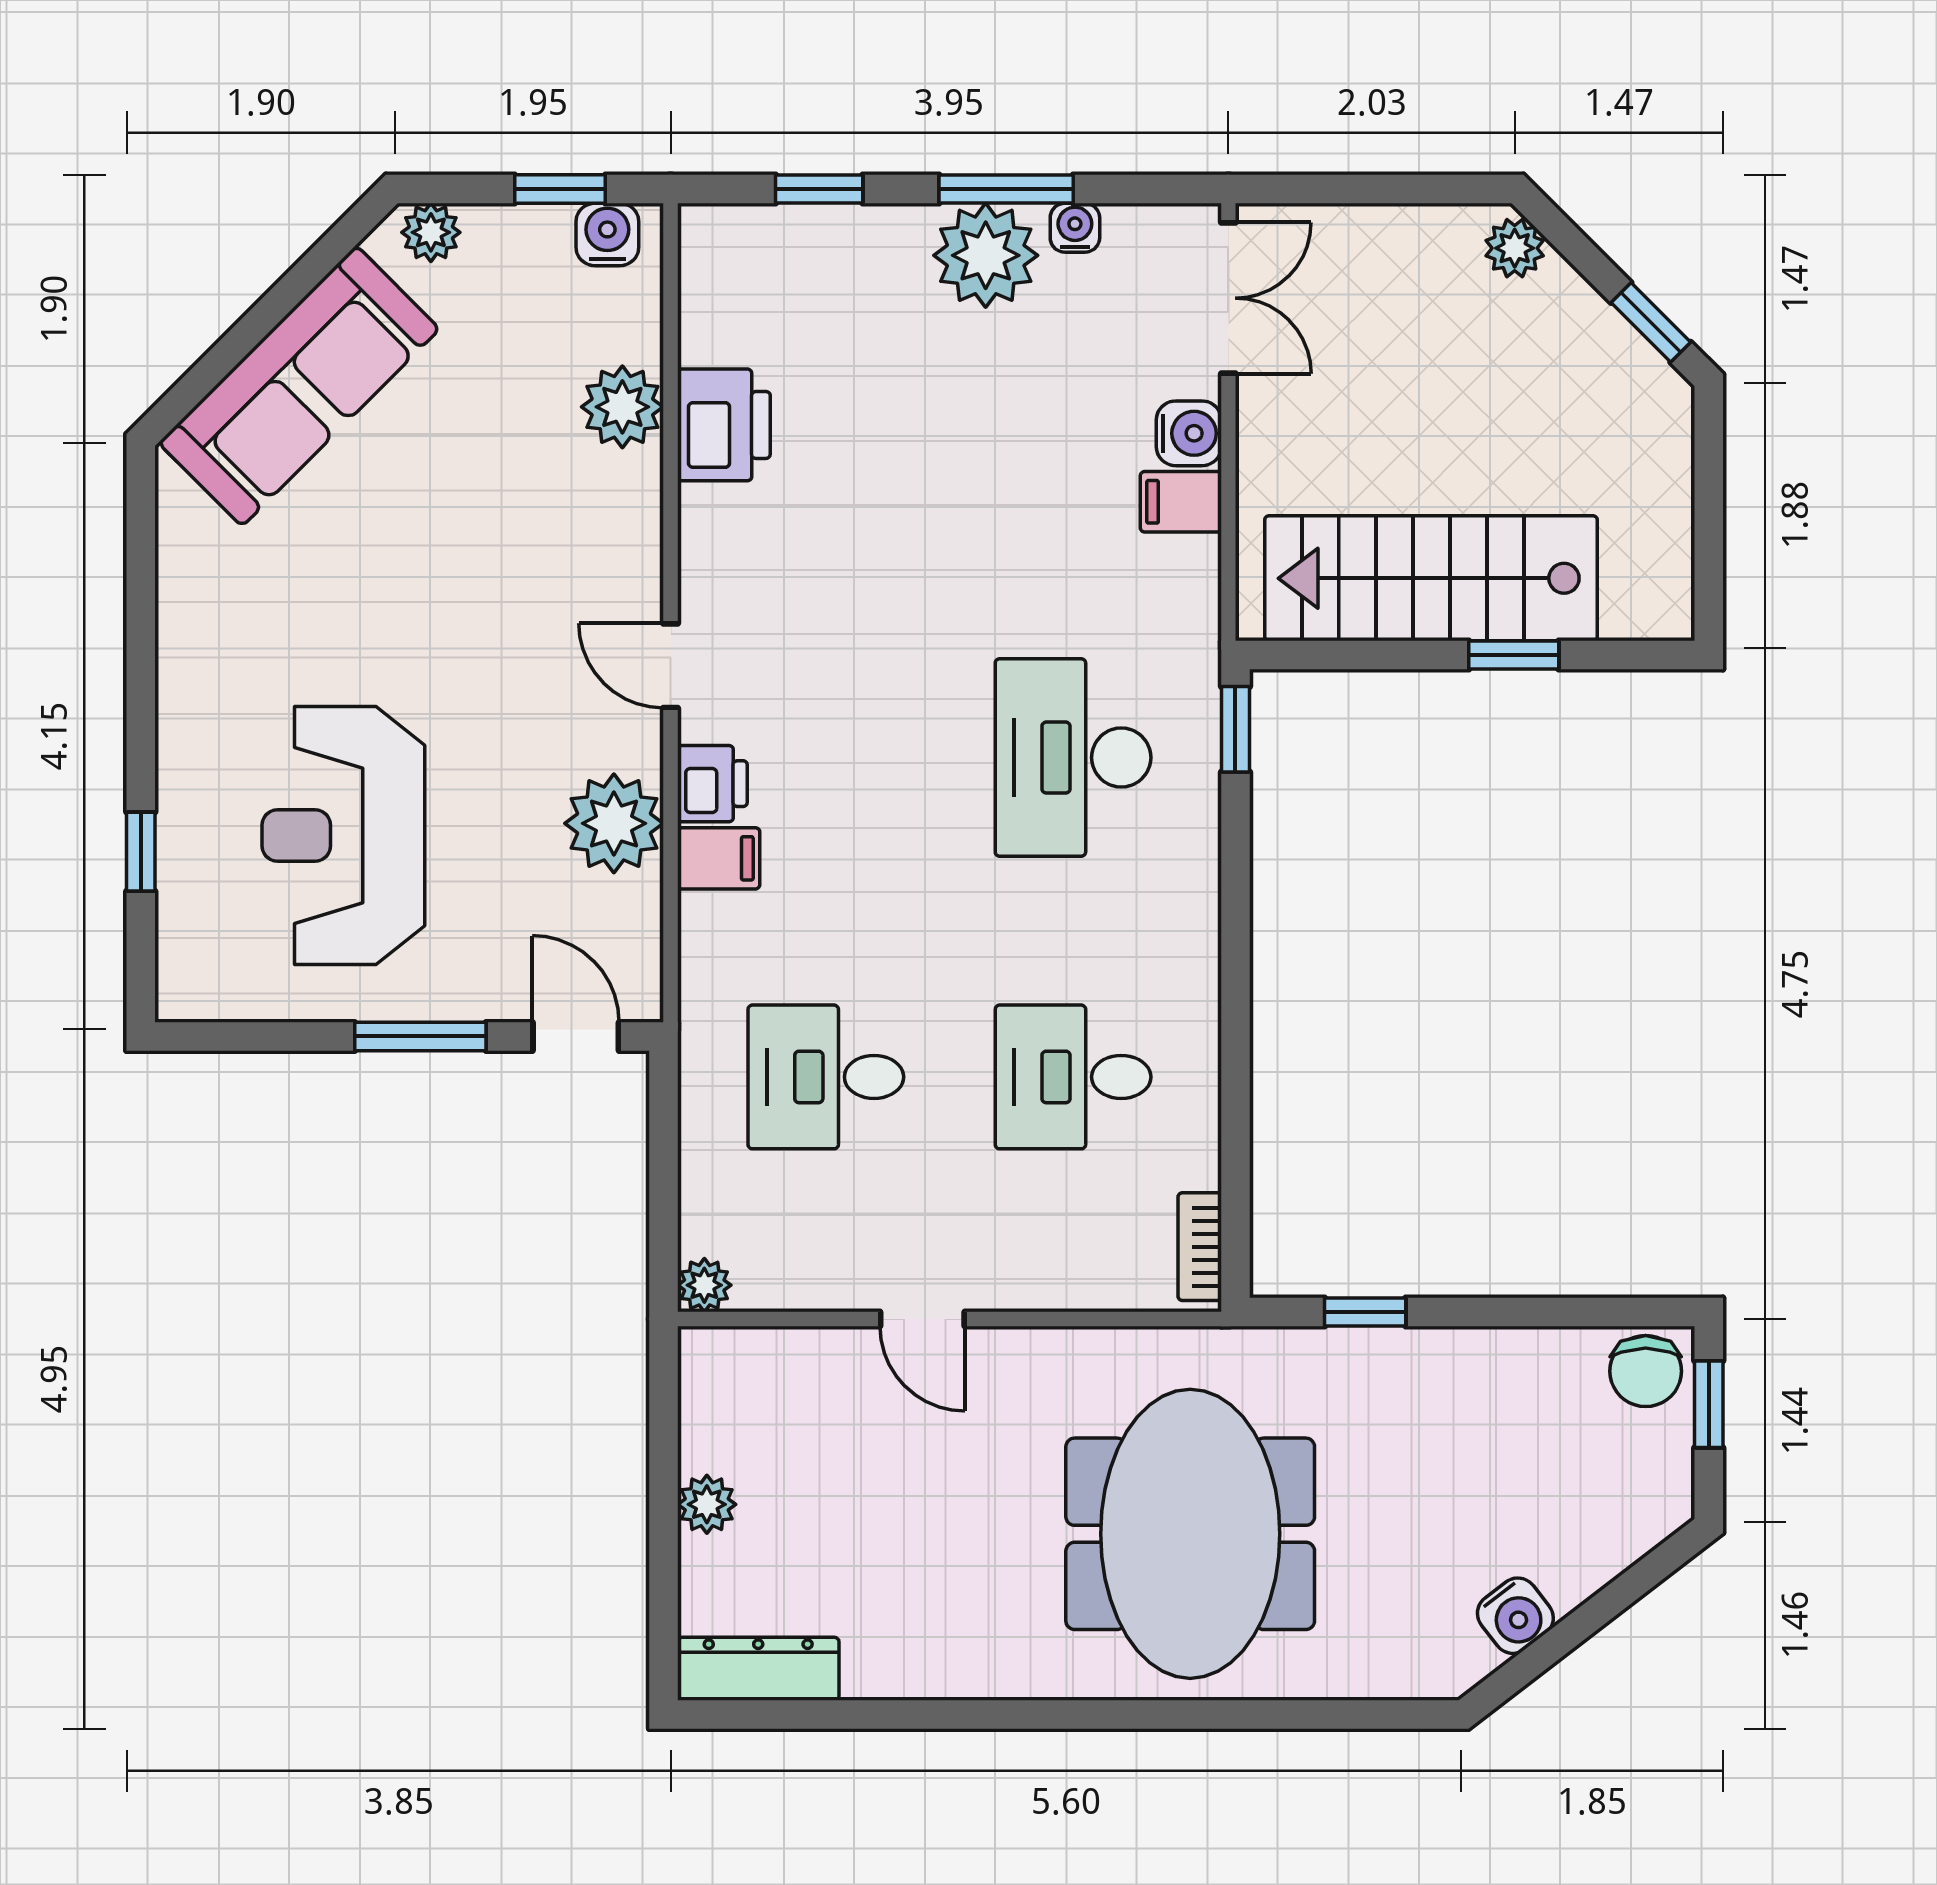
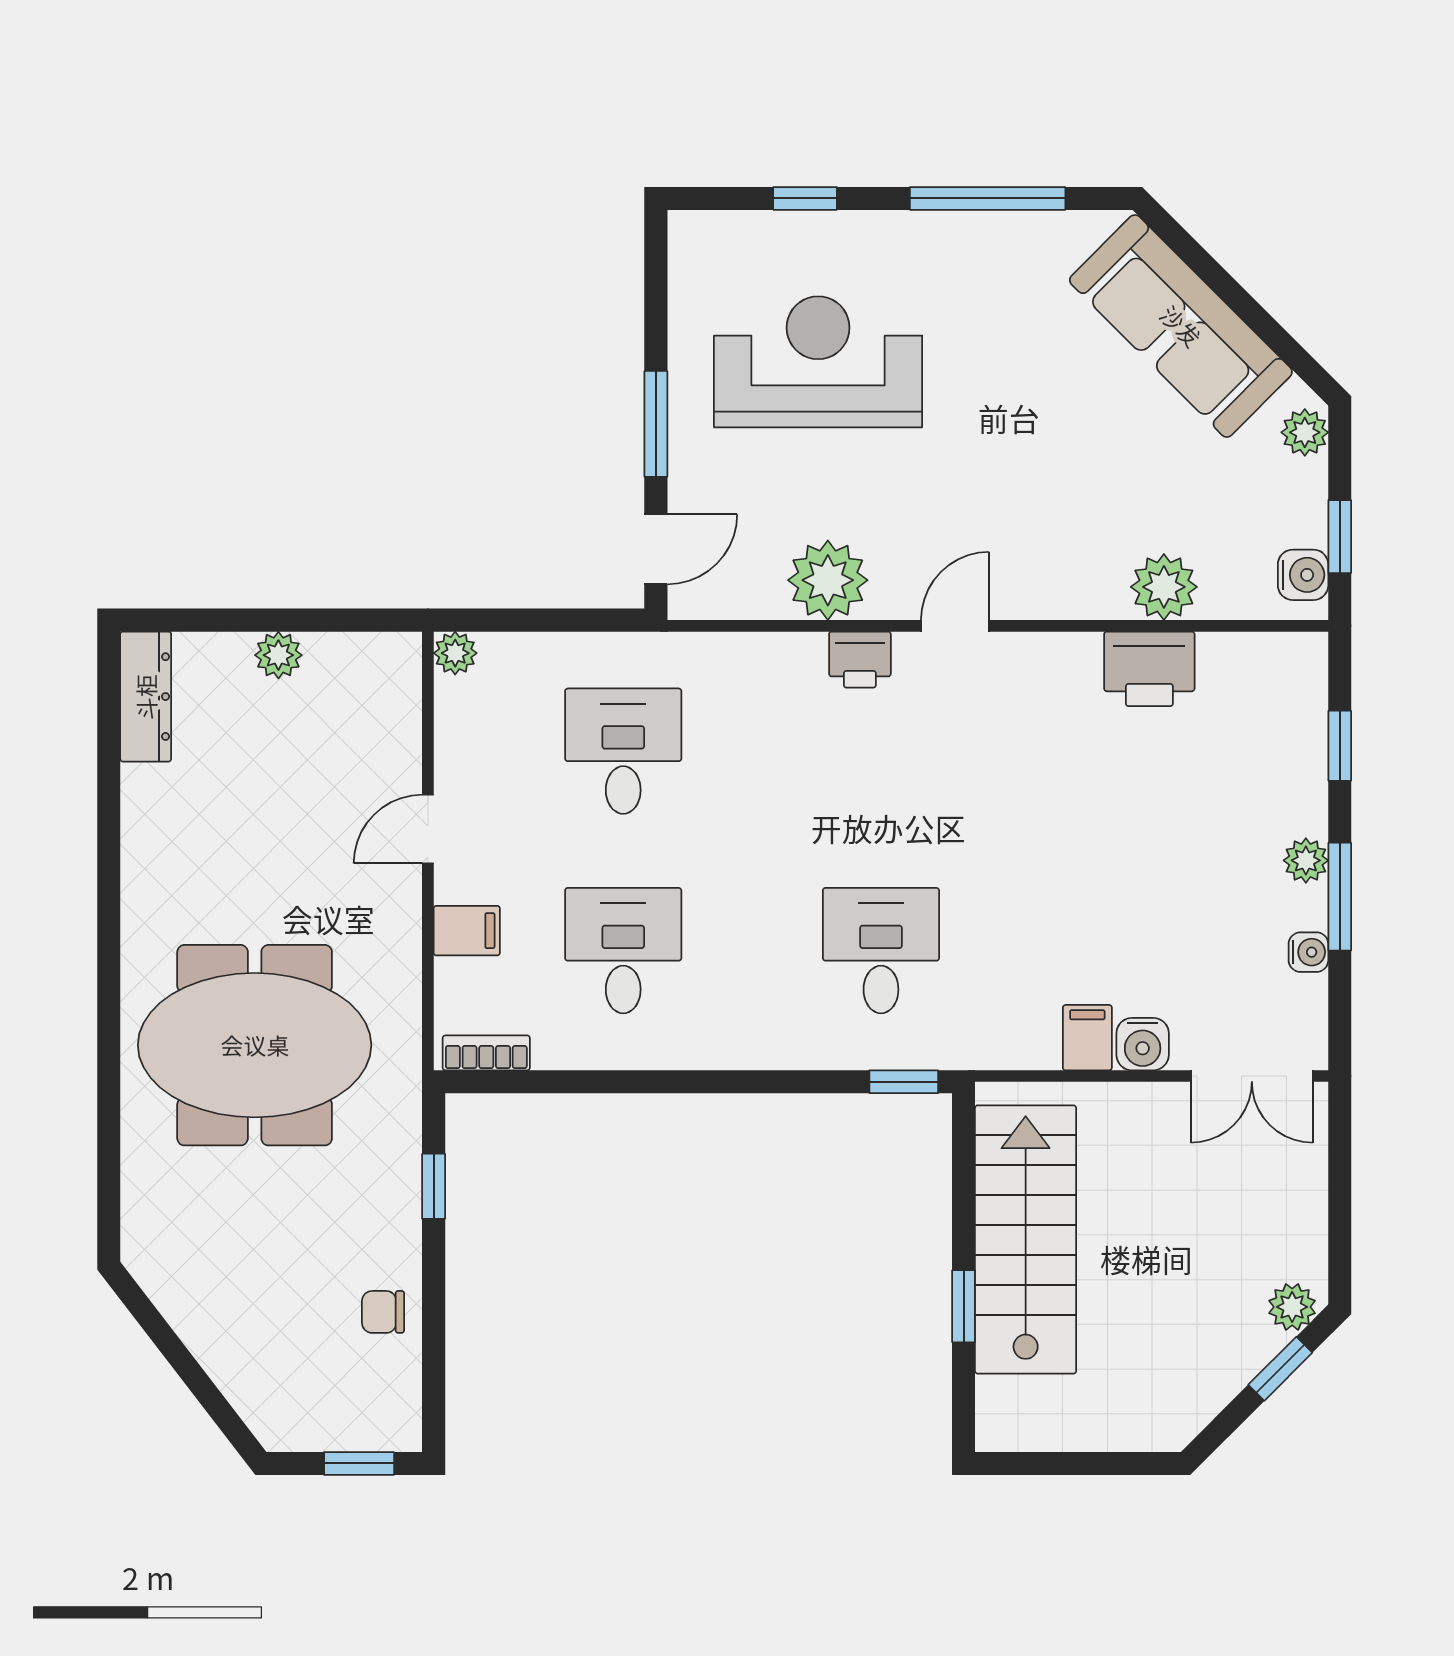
plant: (986, 255) -> (1306, 860), width x0.53, depth x0.53
window: (1651, 322) -> (1280, 1369), moved
window: (141, 625) -> (988, 198), added
desk: (1073, 758) -> (881, 951), width x0.73
filing cabinet: (719, 858) -> (467, 931), moved, turned -90
chair: (1646, 1371) -> (383, 1312), moved, width x0.73, depth x0.73
water cooler: (1515, 1616) -> (188, 1308), removed

